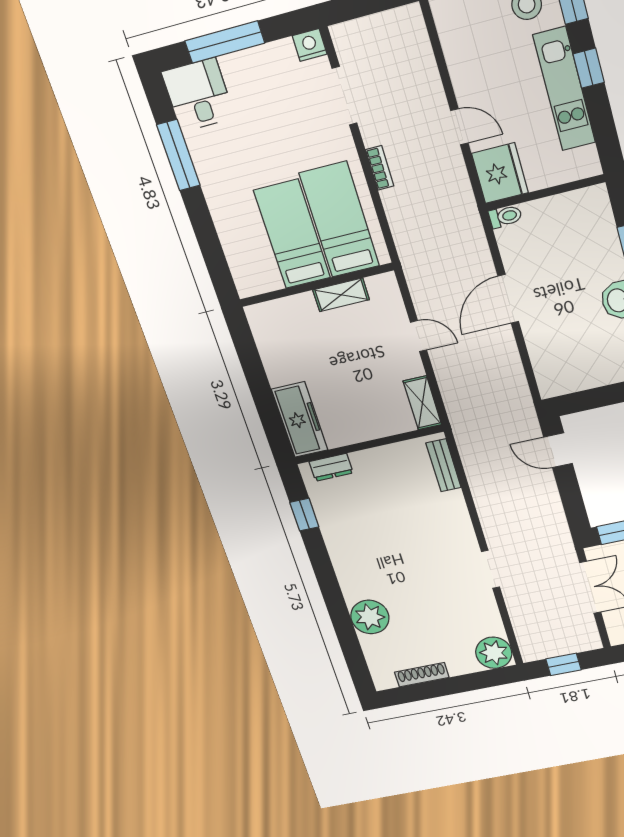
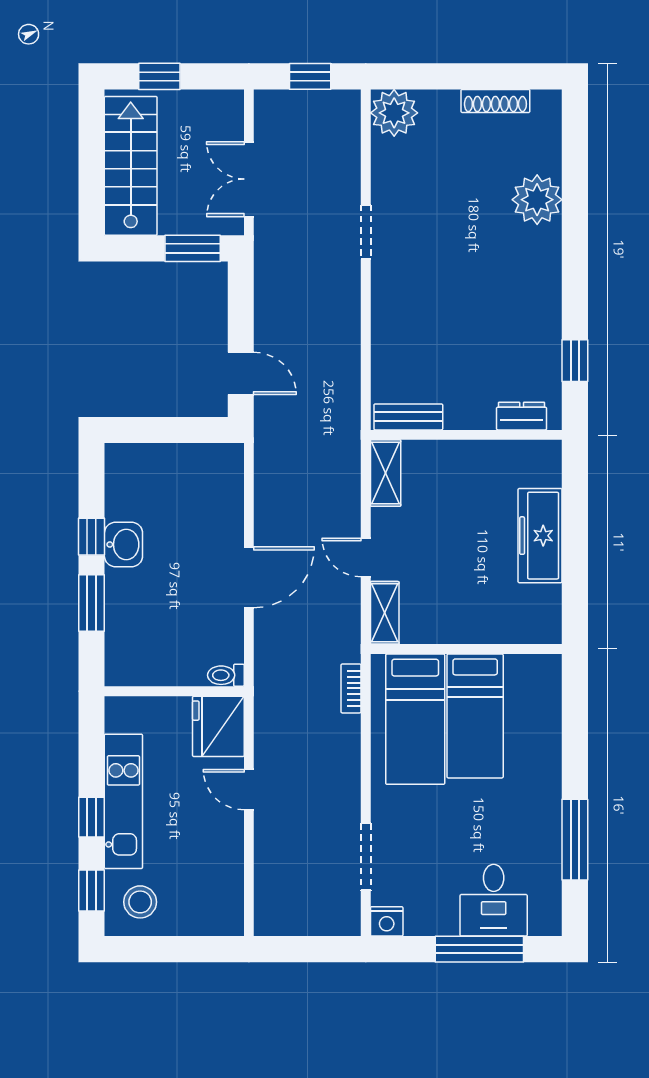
desk: (198, 95) -> (494, 900), moved
bookcase: (380, 168) -> (351, 688), moved
shelving: (341, 295) -> (385, 613), moved, turned 90
freezer: (300, 420) -> (540, 536), moved
bench: (444, 465) -> (408, 417), moved, turned 90

